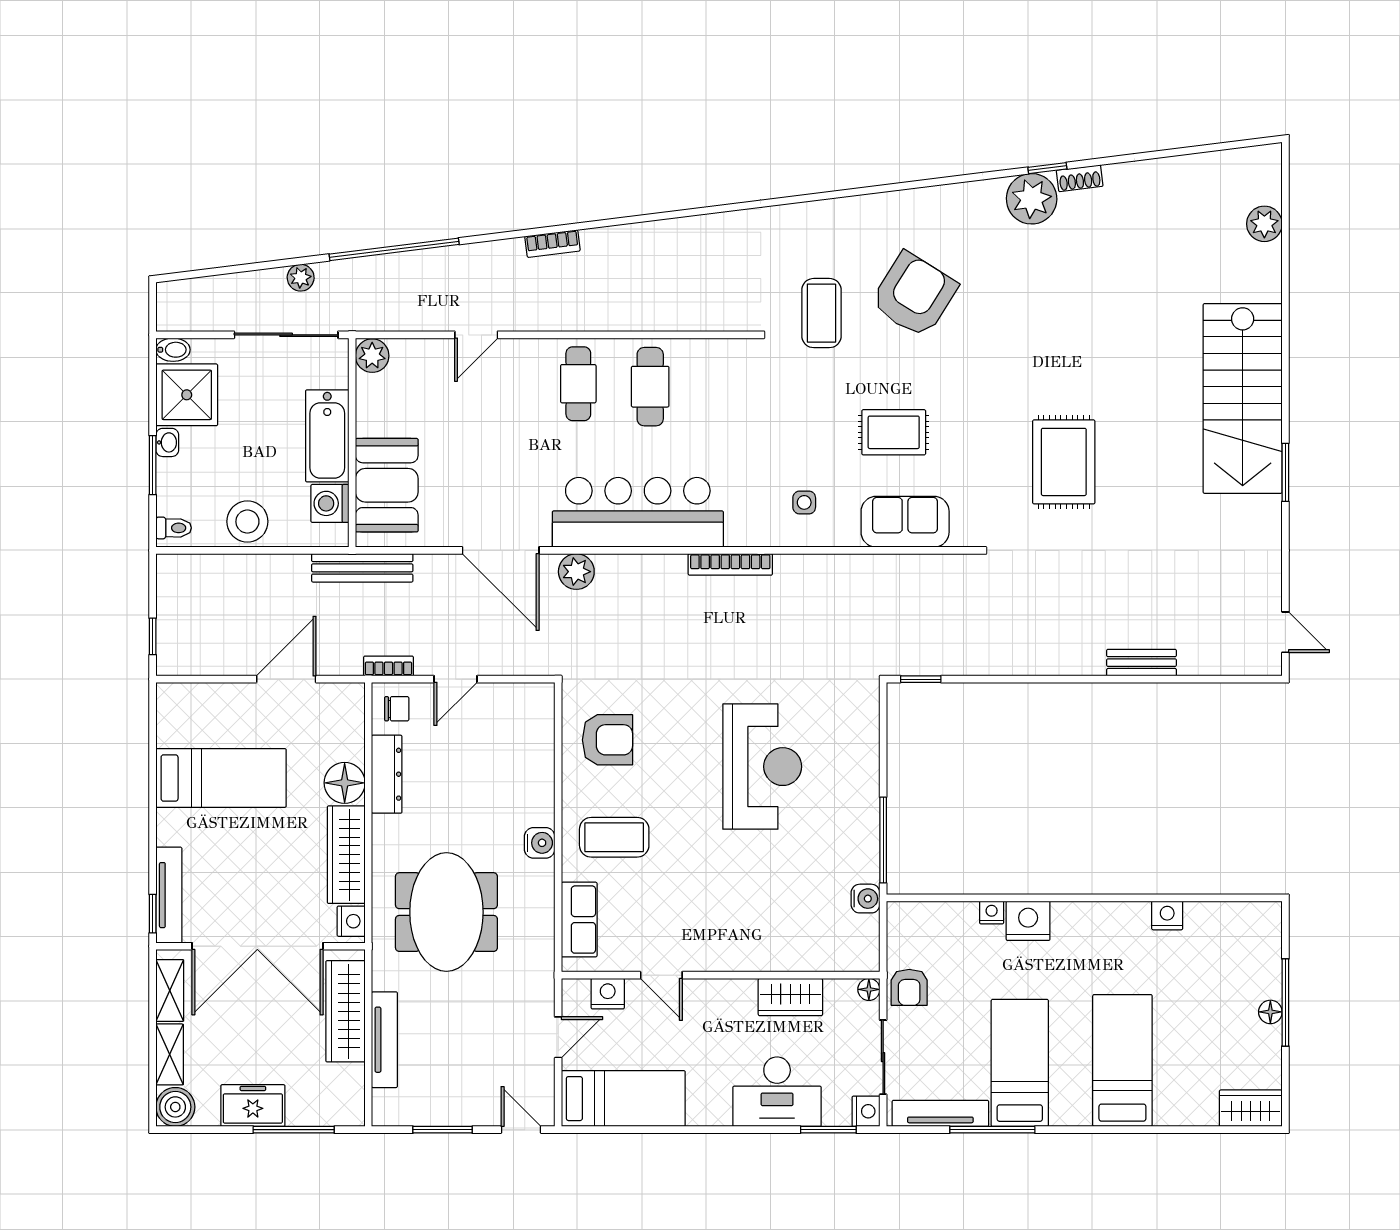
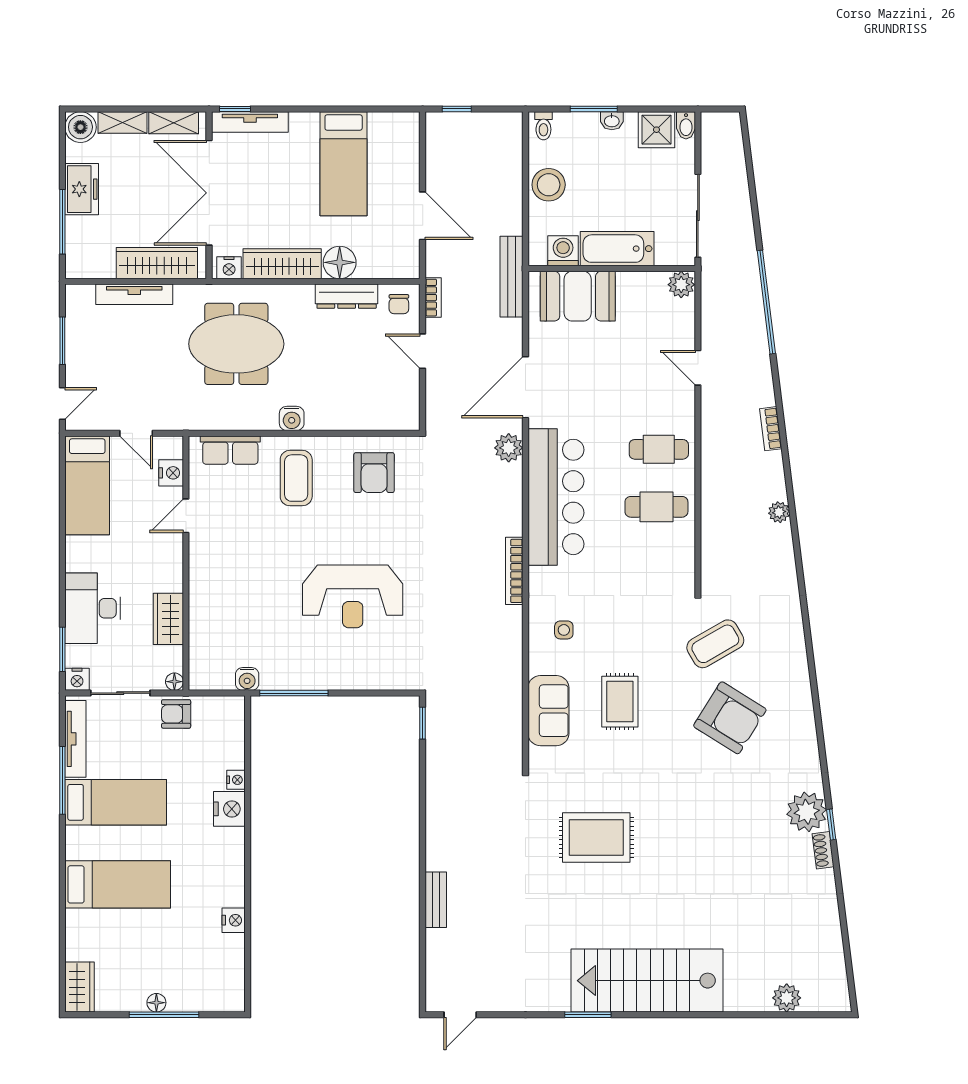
plant: (301, 278) -> (779, 512), moved
coffee table: (822, 313) -> (715, 644), turned -30
shower: (187, 395) -> (656, 130), width x0.73, depth x0.73

